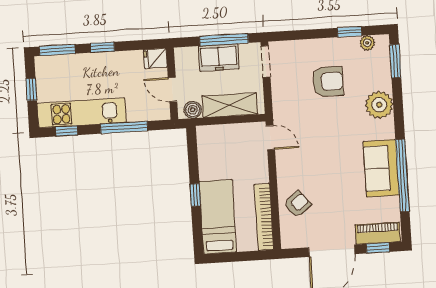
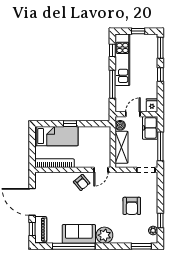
freezer: (219, 57) -> (150, 128), moved
plant: (379, 105) -> (104, 235), moved
armchair: (298, 204) -> (82, 182), moved

